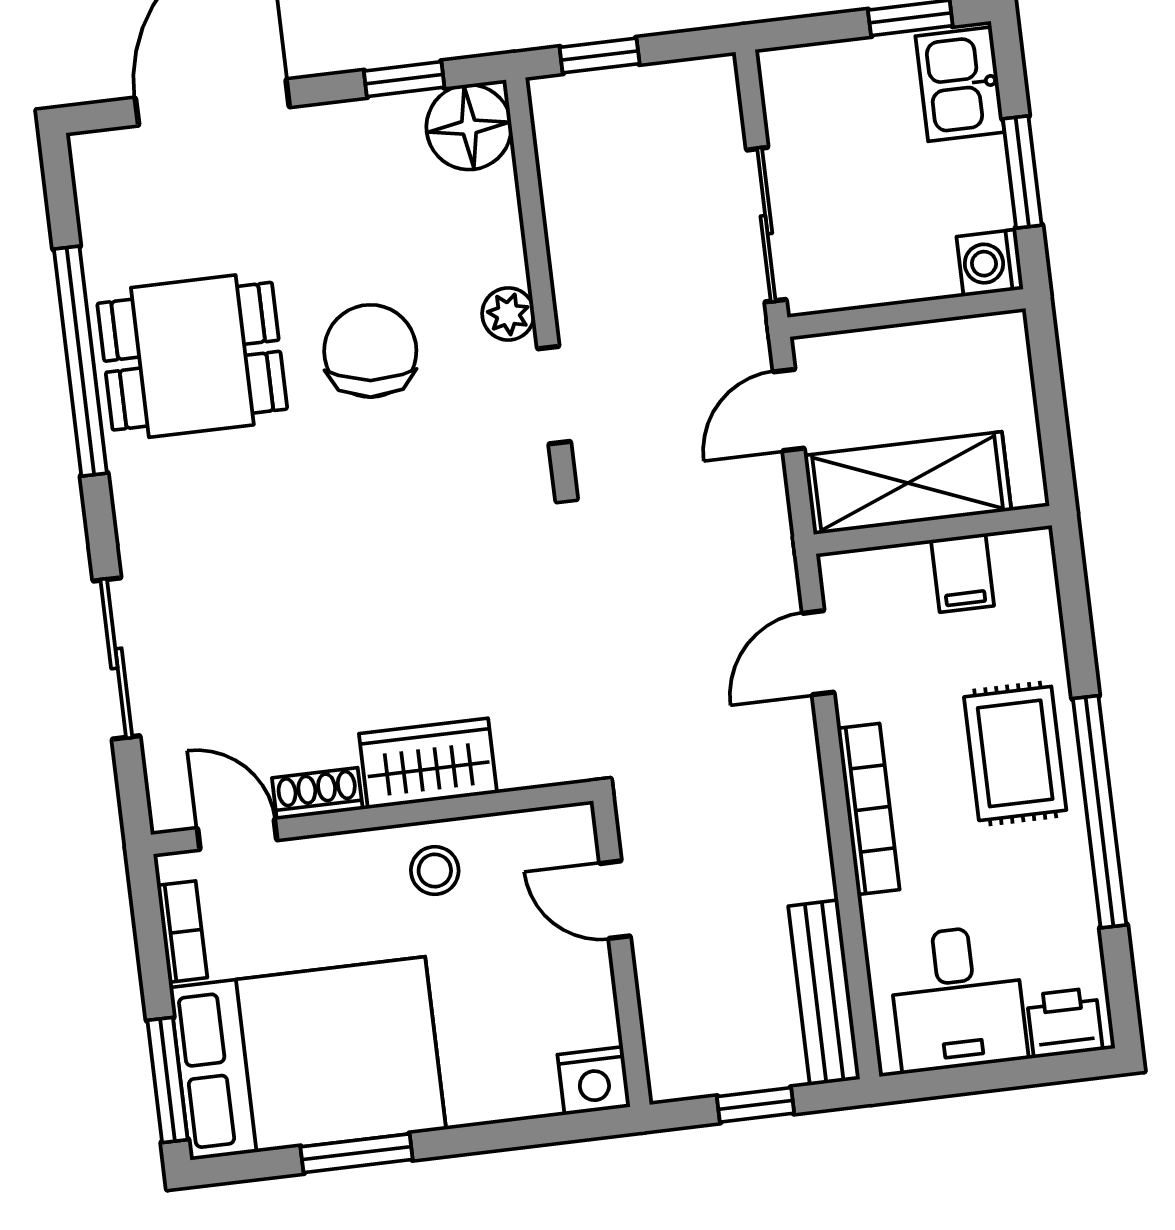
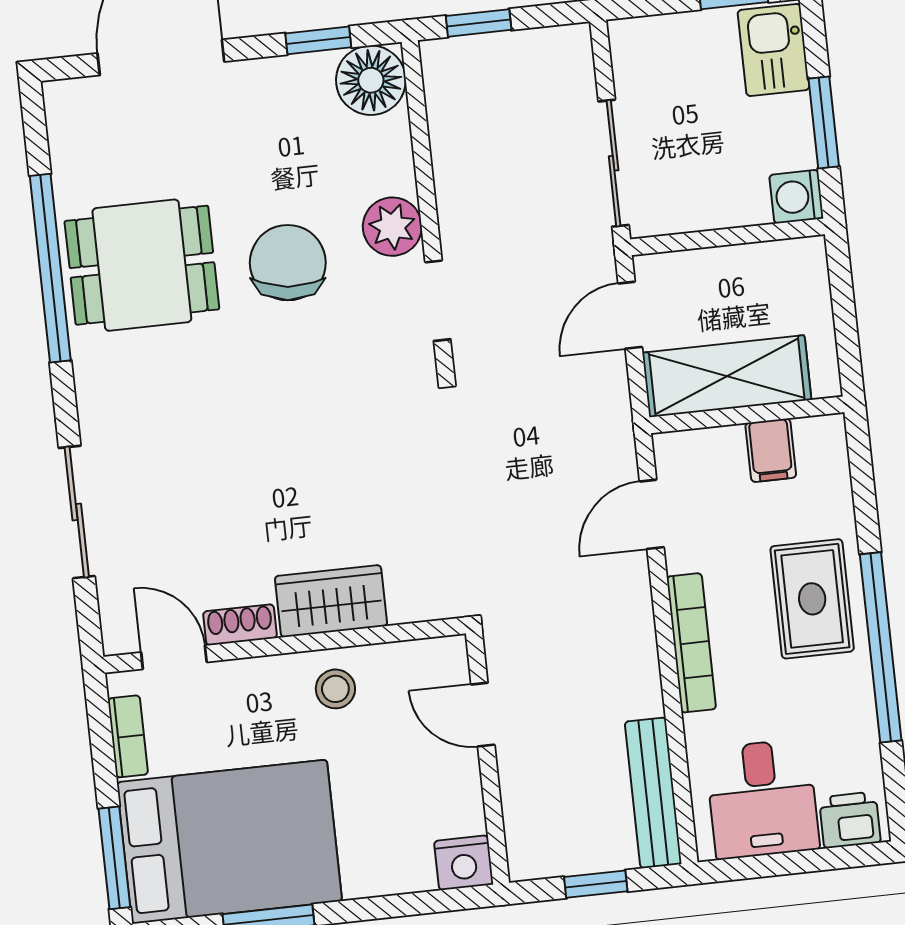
plant: (508, 314) -> (392, 227), width x1.38, depth x1.38

